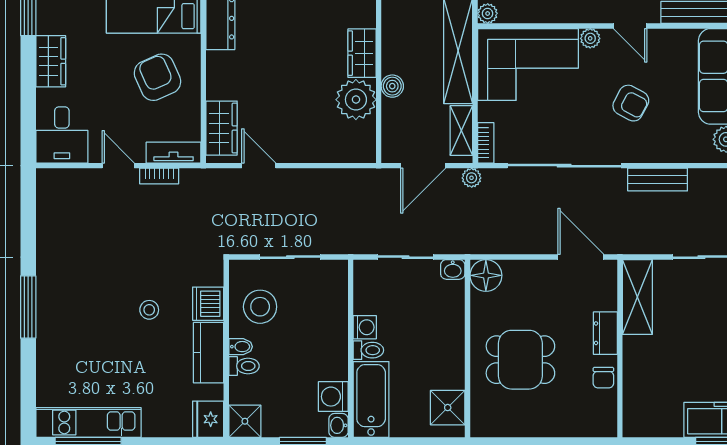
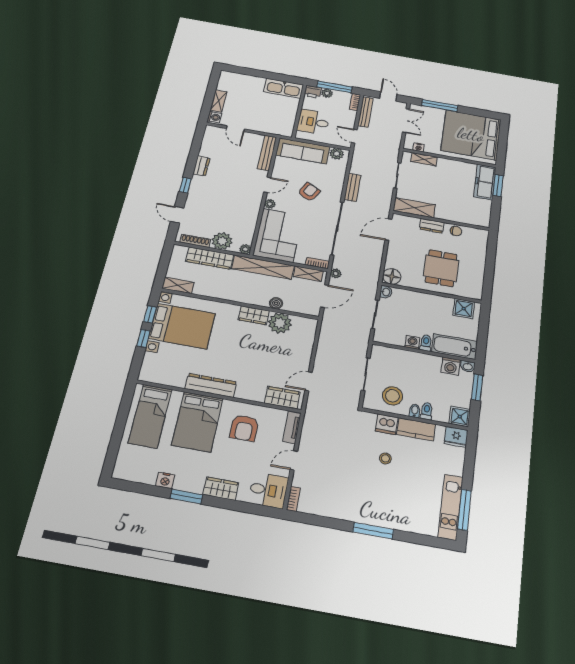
armchair: (157, 77) -> (244, 428), turned -66
door: (423, 166) -> (324, 296), hinge flipped
bookcase: (159, 176) -> (293, 499), moved

